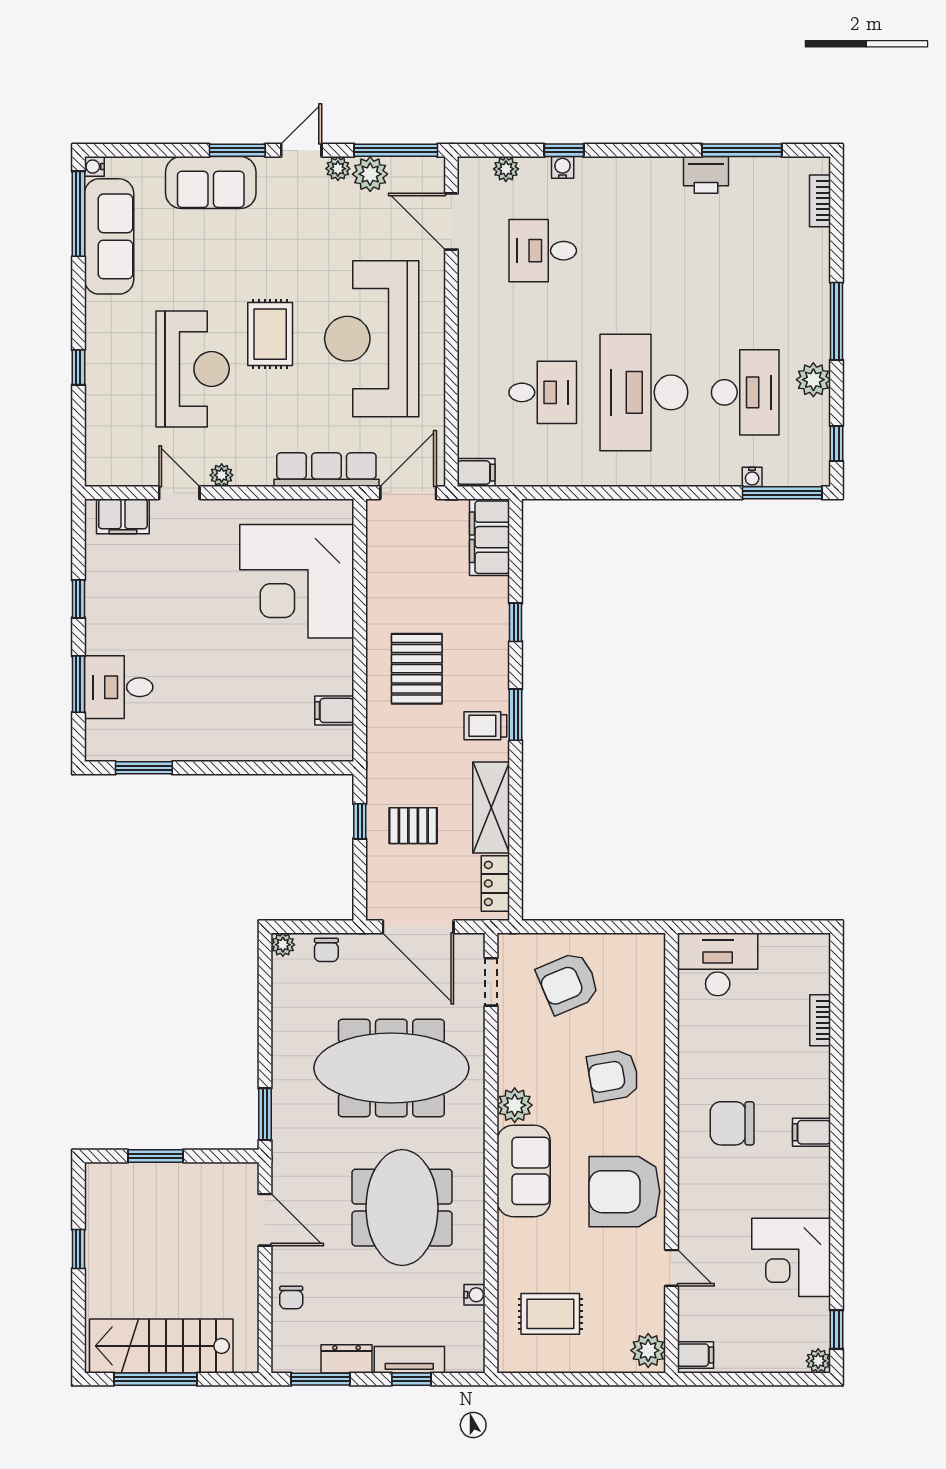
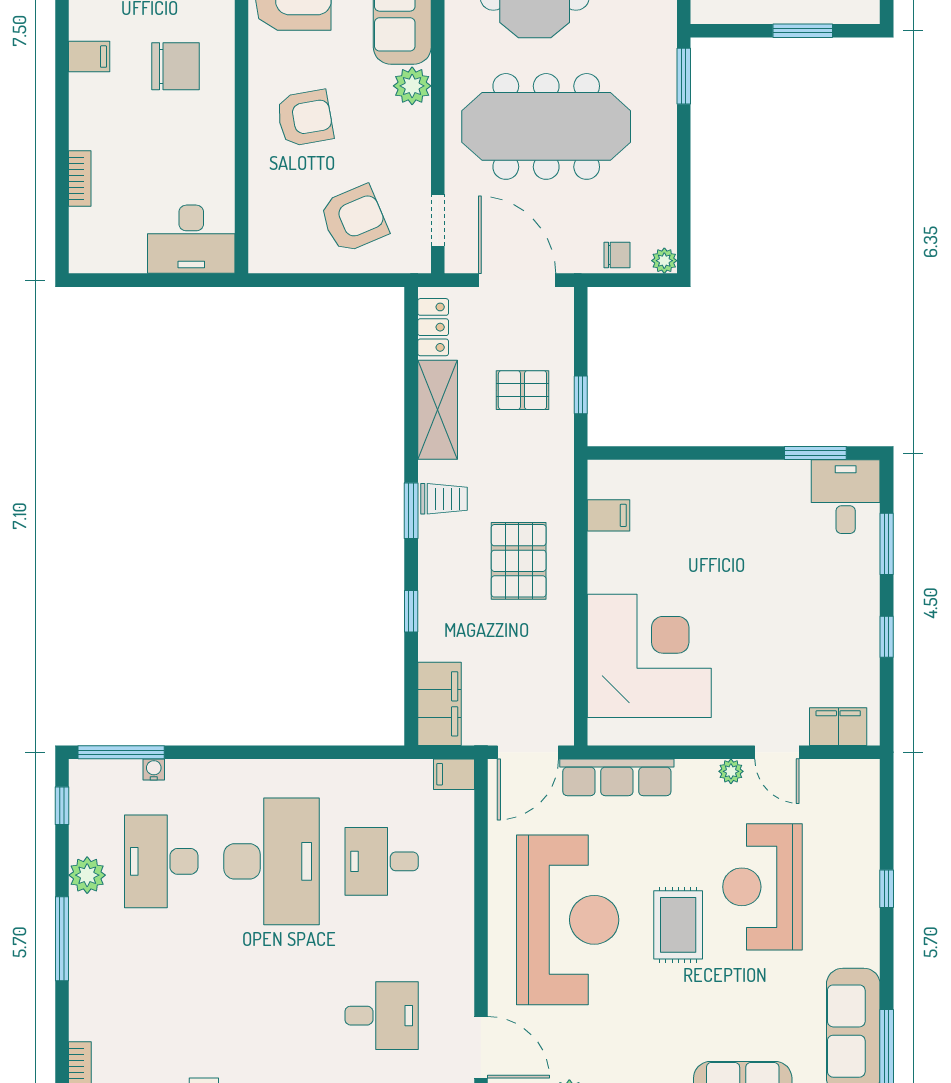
desk: (119, 687) -> (846, 497), moved, turned -90
chair: (326, 950) -> (617, 255), turned 90

